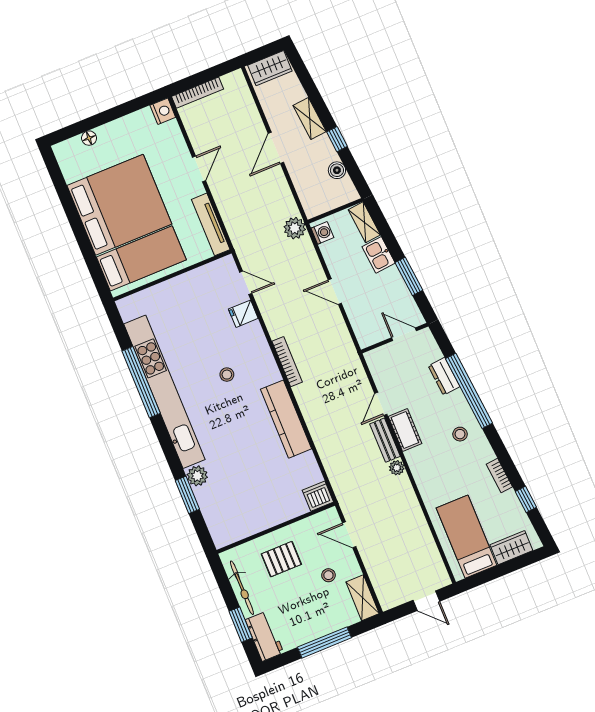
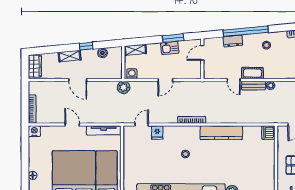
kitchen sink: (379, 255) -> (170, 48), moved

